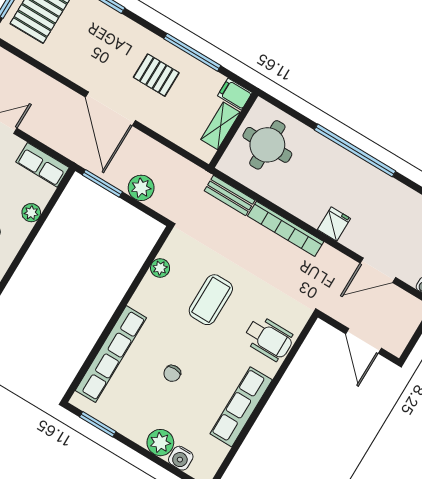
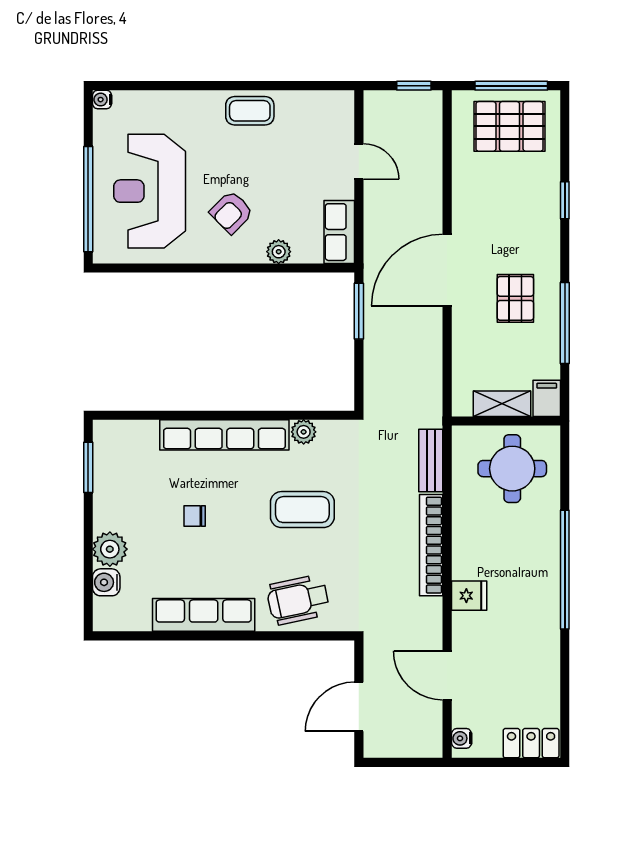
plant: (141, 188) -> (380, 357), removed
wheelchair: (269, 338) -> (298, 600), turned 78
row of seats: (111, 354) -> (224, 435), moved

